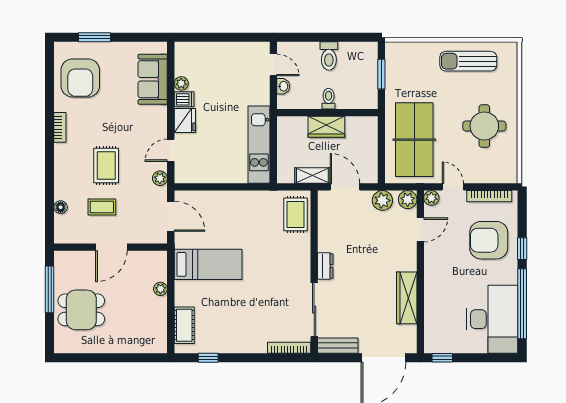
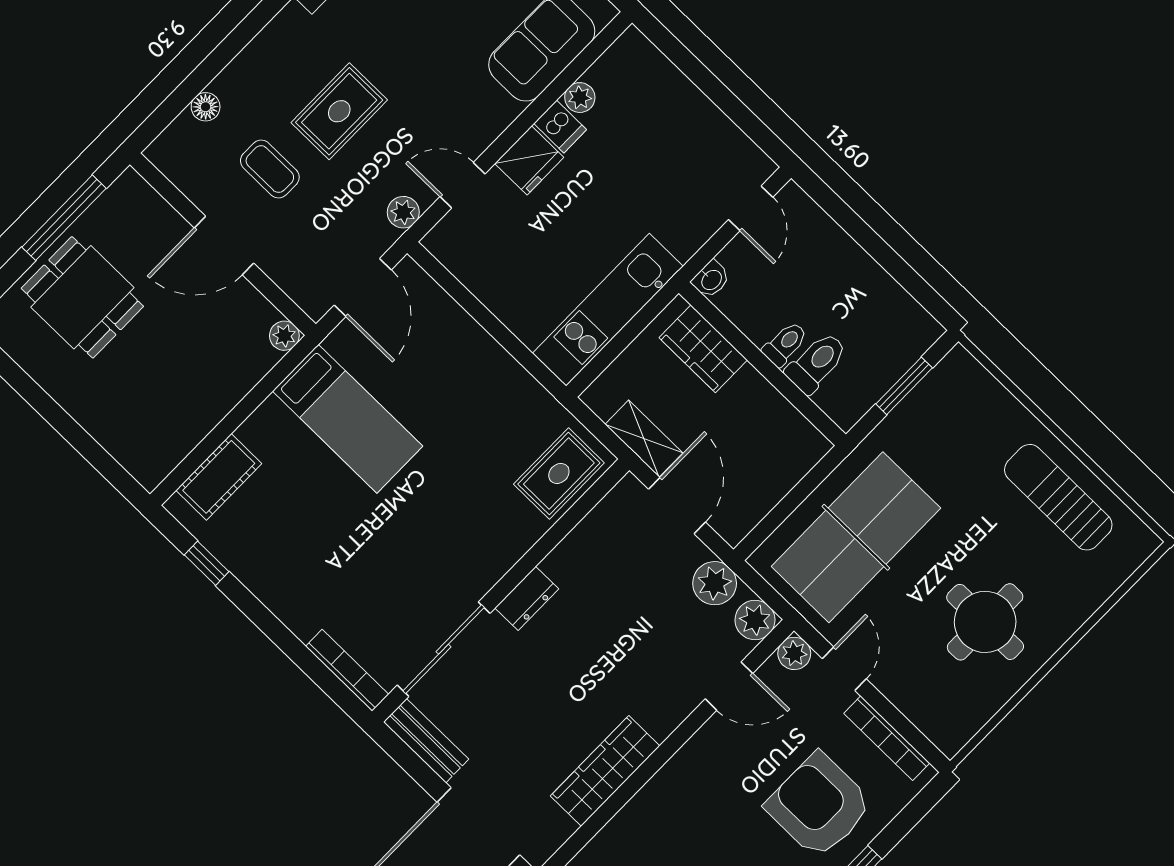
toilet: (329, 56) -> (817, 363), moved, turned 180
washbasin: (283, 86) -> (711, 279), moved
wardrobe: (326, 127) -> (703, 349), moved
plant: (160, 289) -> (284, 336), moved

